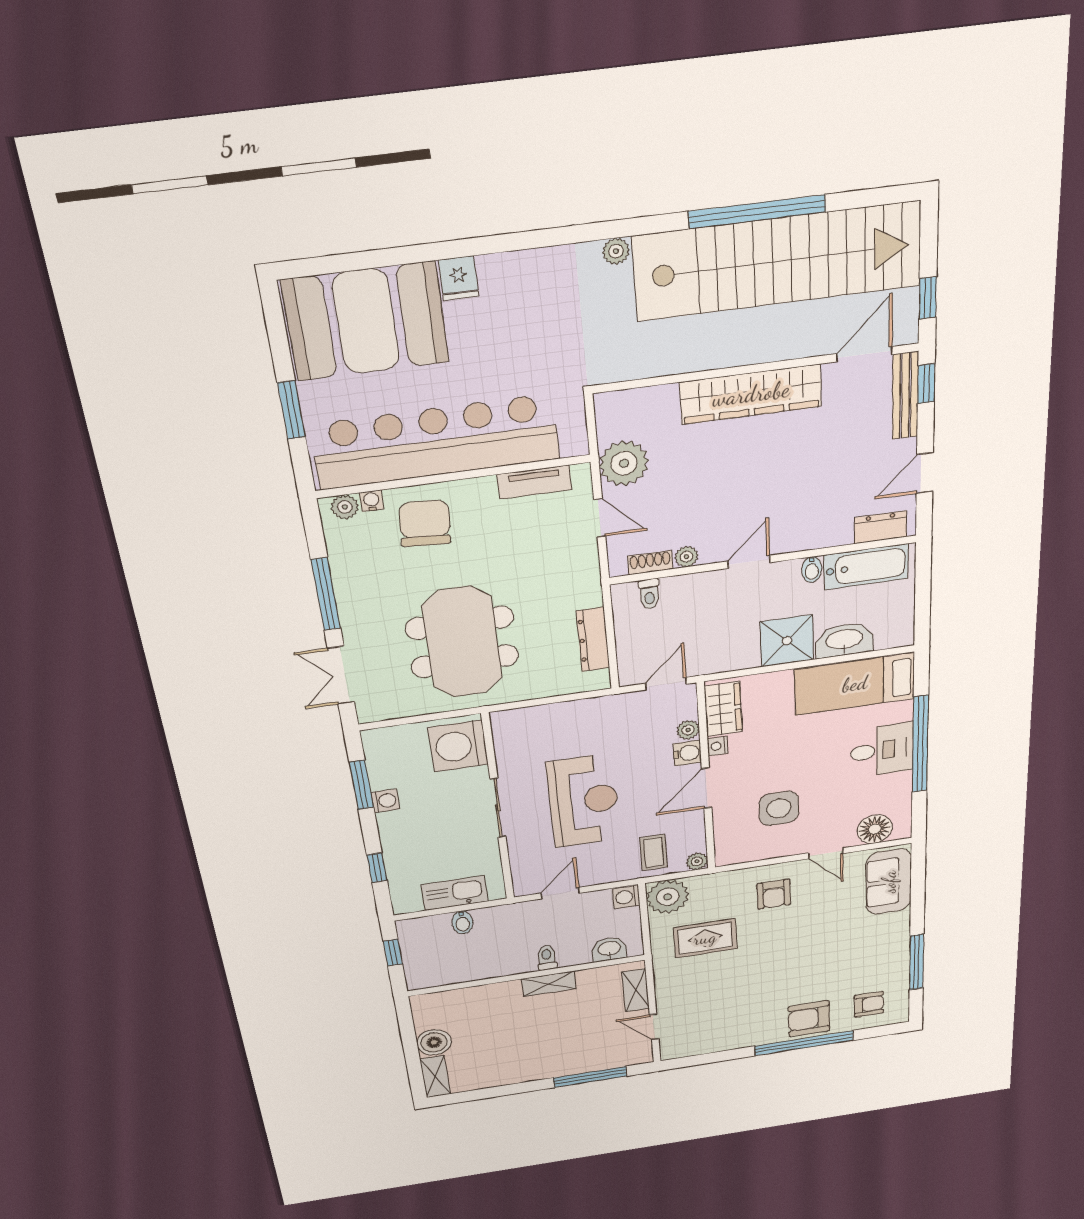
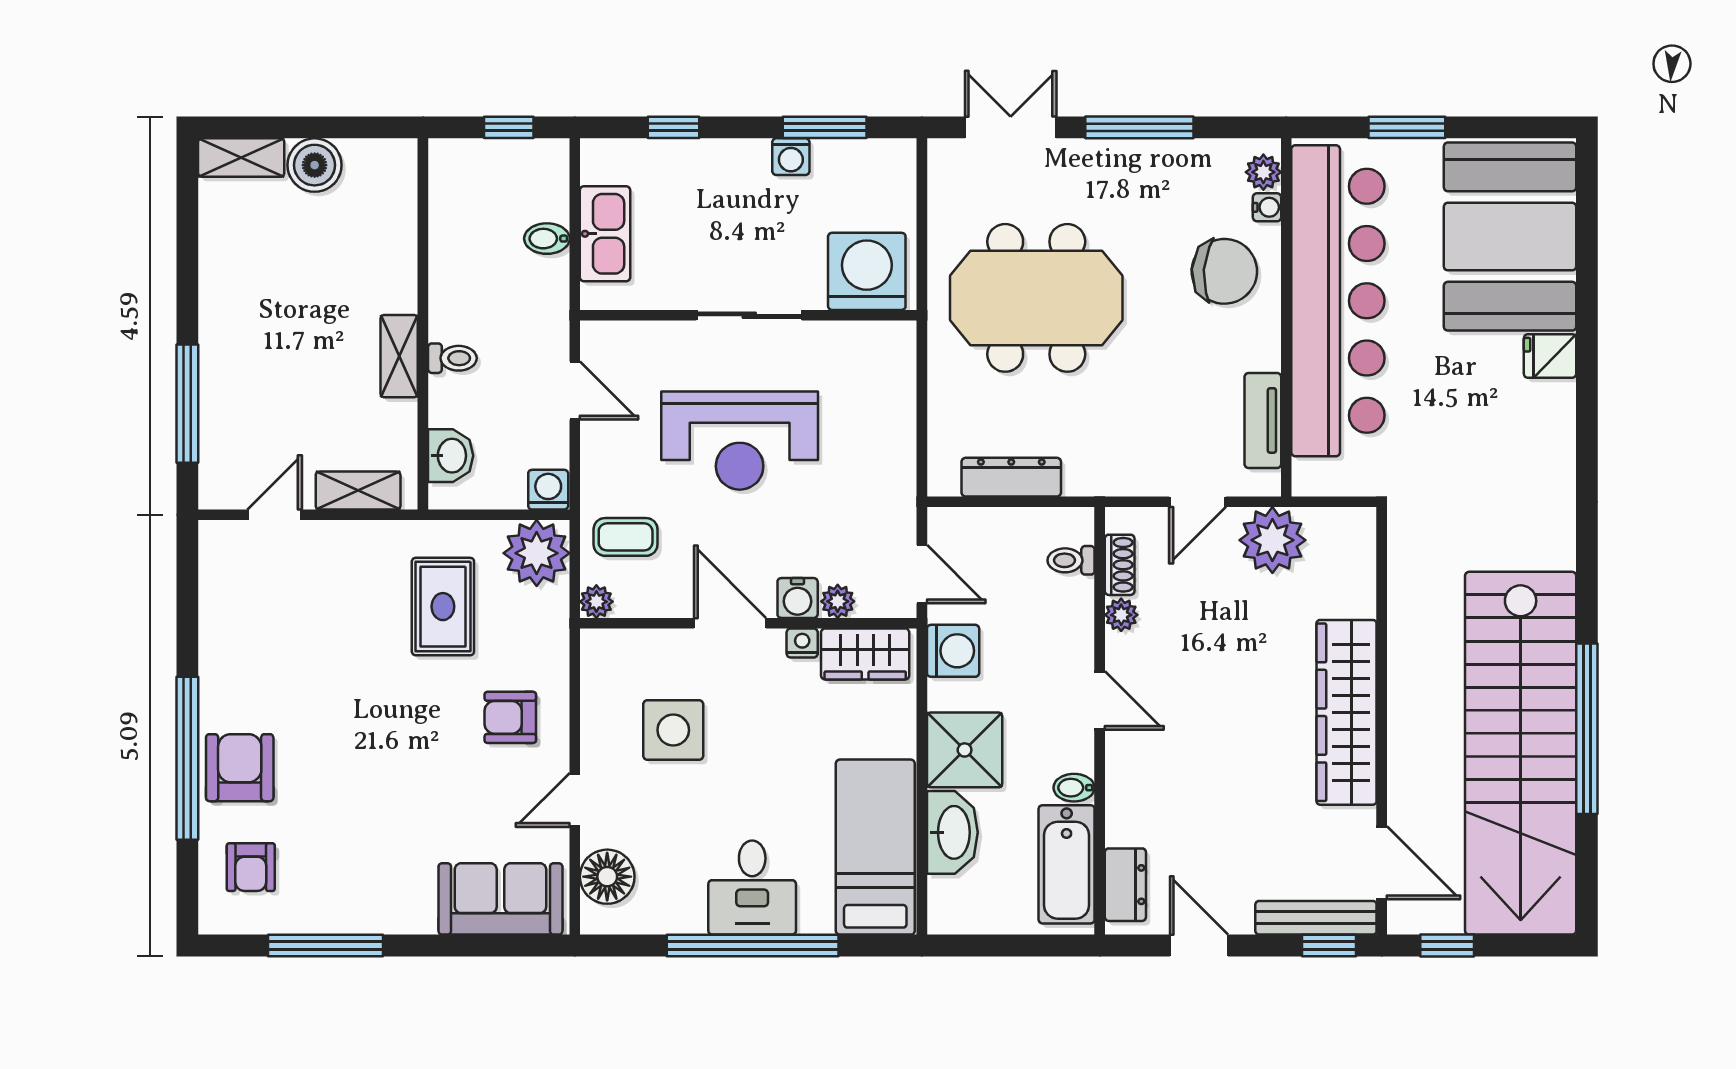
plant: (616, 251) -> (1559, 551), removed
washing machine: (718, 657) -> (953, 651), added

